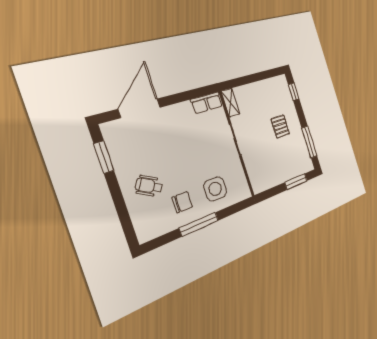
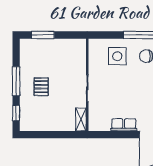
row of seats: (207, 103) -> (124, 125), moved
window: (309, 142) -> (16, 81), moved

